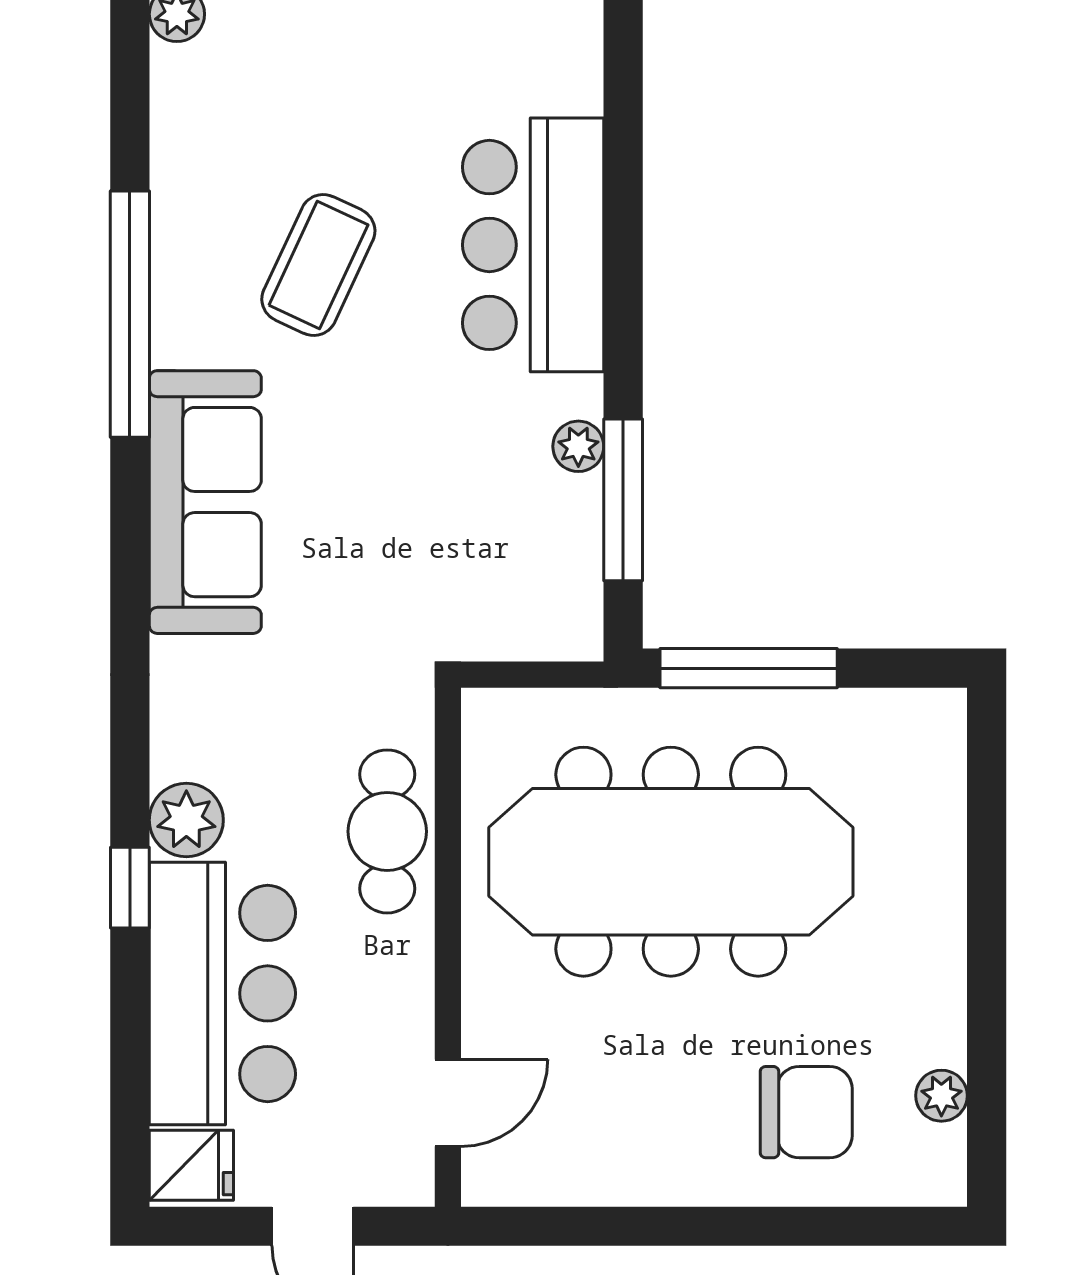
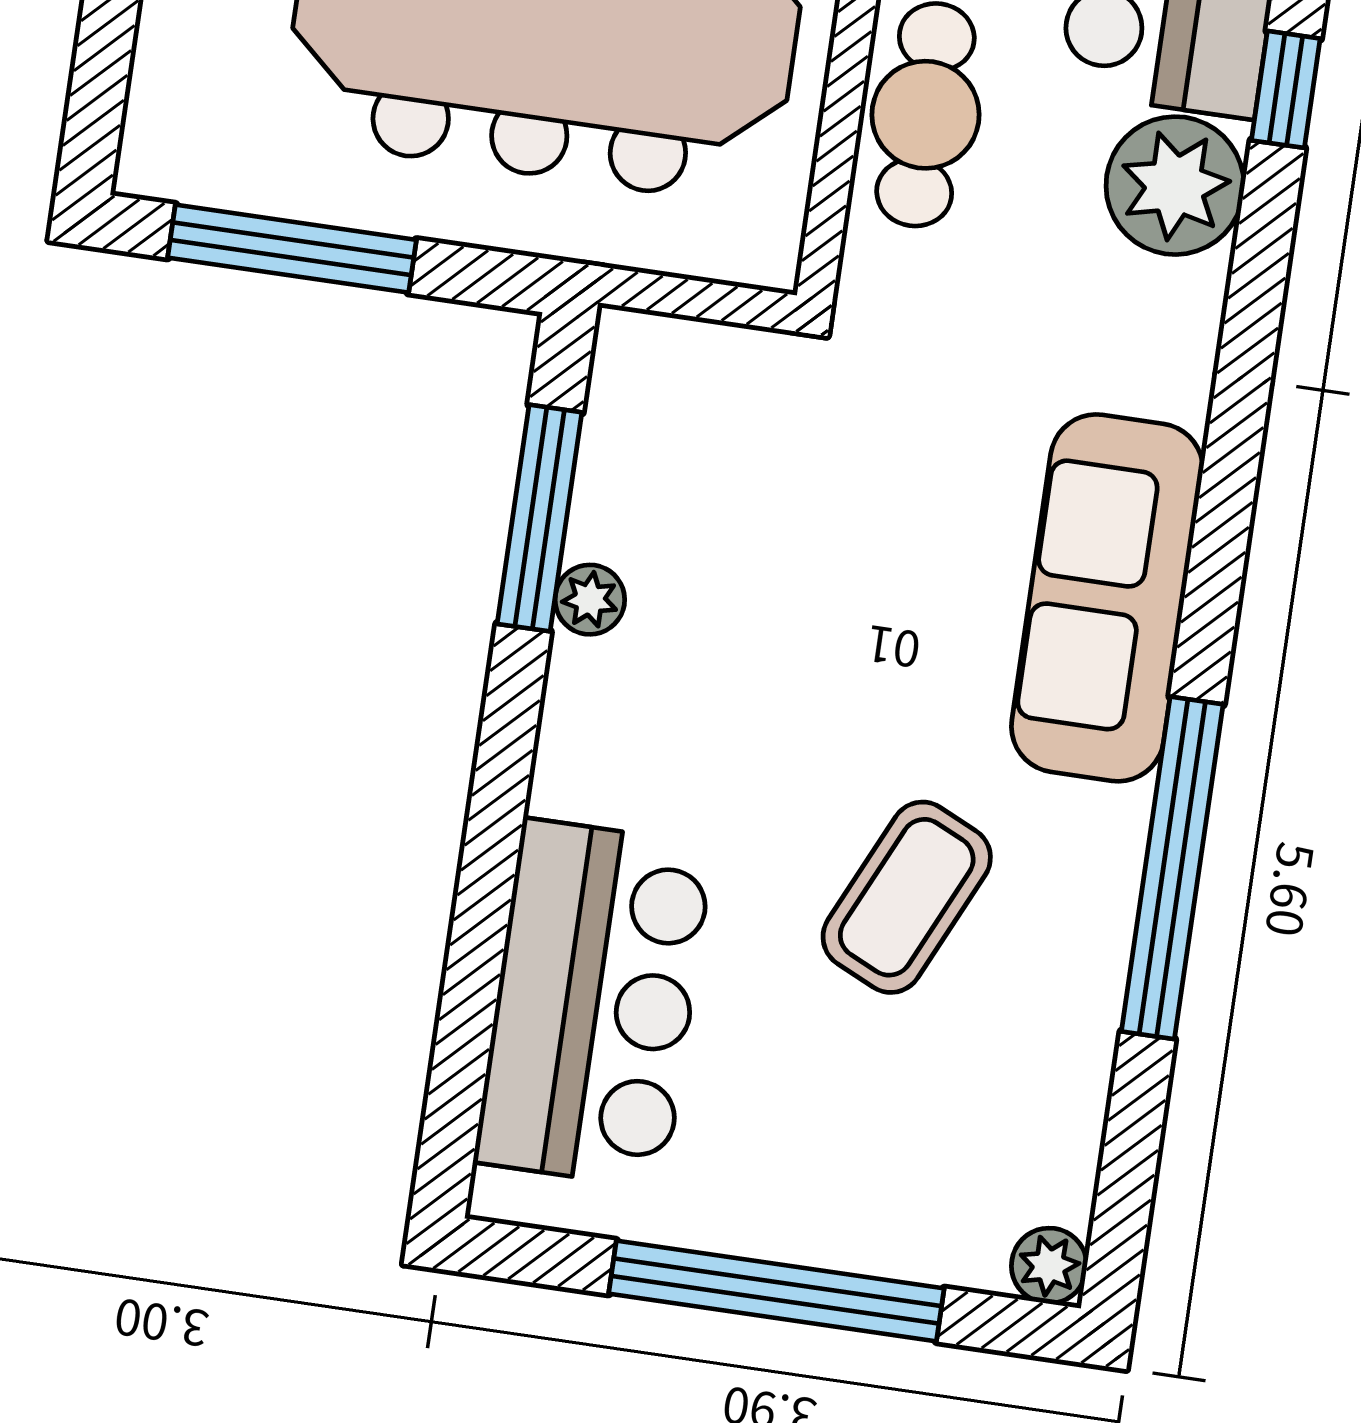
bar counter: (533, 245) -> (594, 1004), moved
window: (749, 668) -> (292, 249), moved
plant: (186, 820) -> (1175, 186), width x1.36, depth x1.36

